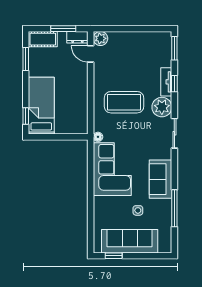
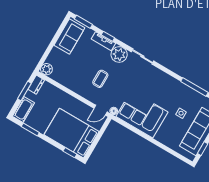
door: (91, 54) -> (101, 110), moved
coffee table: (124, 102) -> (100, 79), width x0.54, depth x0.58
bed: (41, 106) -> (72, 133), width x1.50
sofa: (161, 179) -> (69, 36), moved, turned -90

